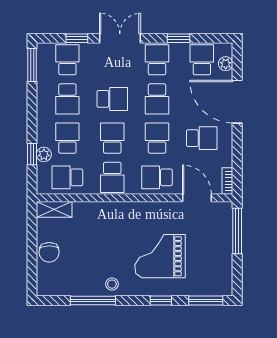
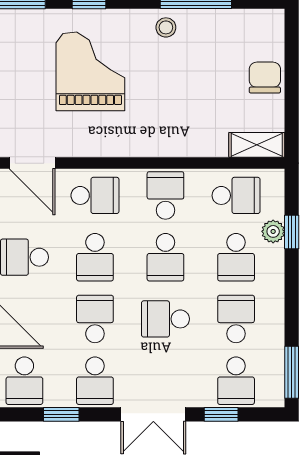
grand piano: (160, 256) -> (90, 71), turned -90

